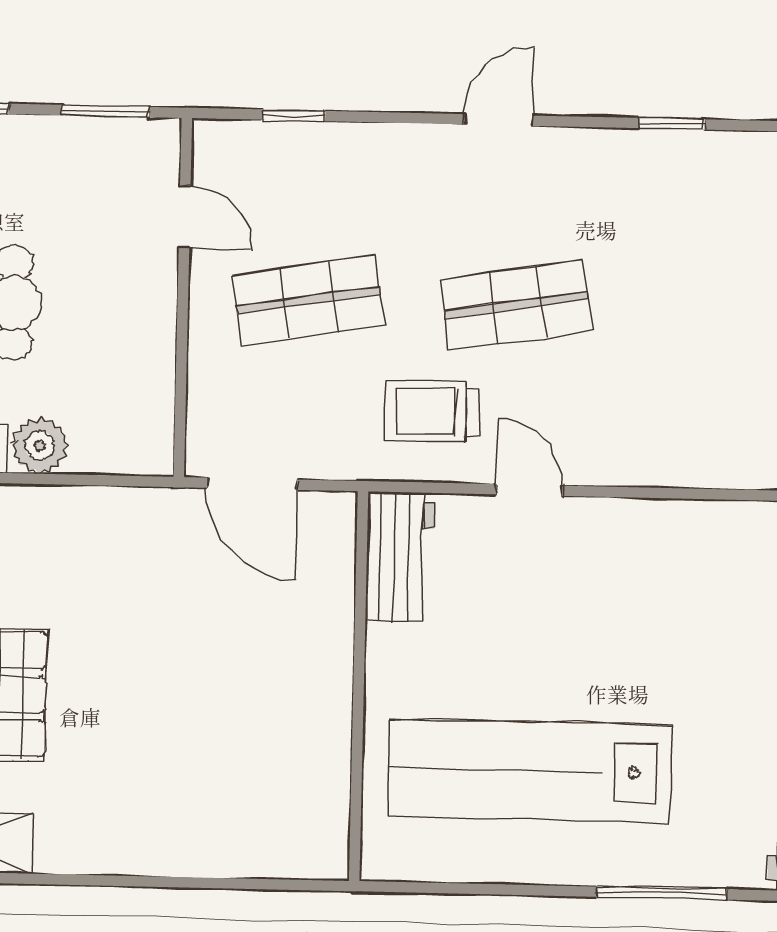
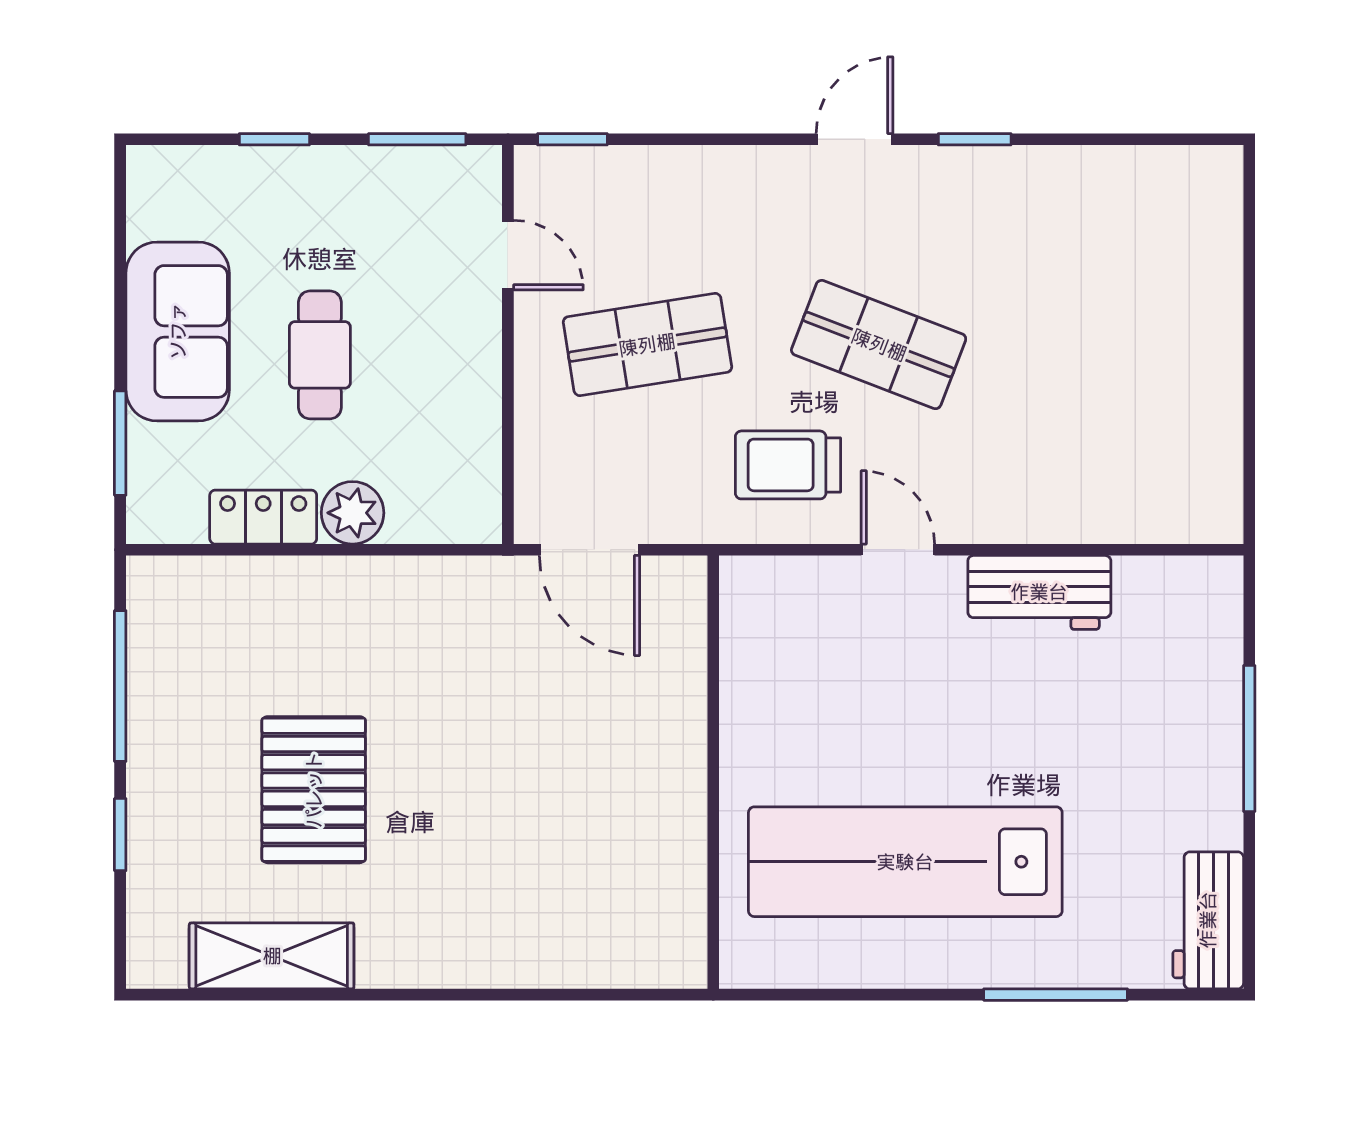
window: (294, 115) -> (572, 139), moved
window: (672, 124) -> (975, 139), moved
shop shelf: (516, 305) -> (879, 345), turned 30
workbench: (400, 557) -> (1039, 592), moved, turned 90

